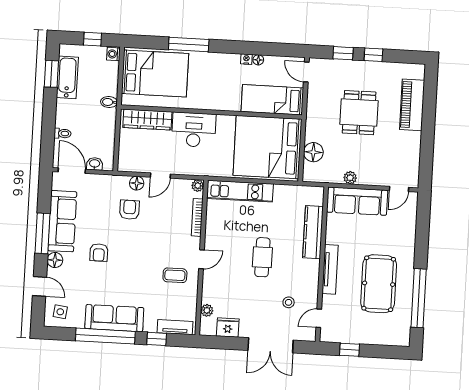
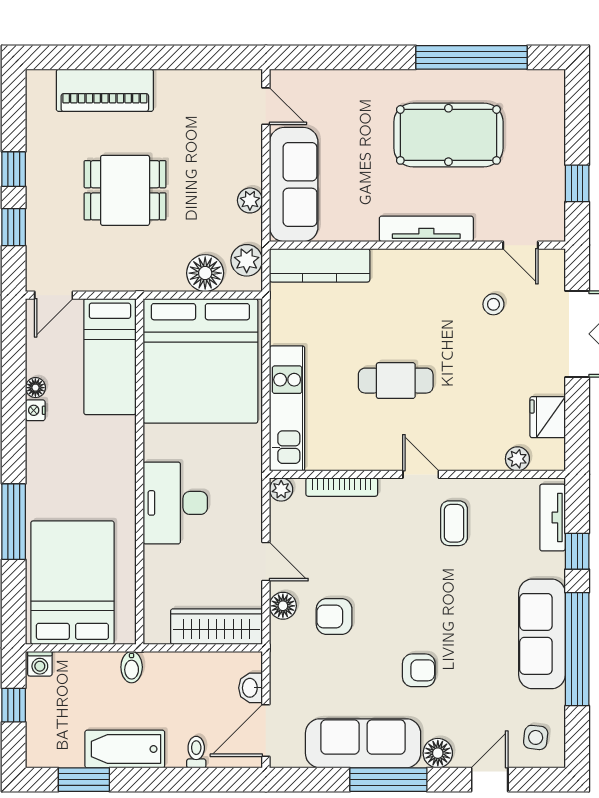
bathtub: (67, 77) -> (125, 749), moved
wardrobe: (147, 120) -> (217, 627), moved, turned -90
plant: (319, 174) -> (247, 260), added
kitchen counter: (313, 232) -> (320, 265), moved
cafe table: (262, 257) -> (396, 381), moved

